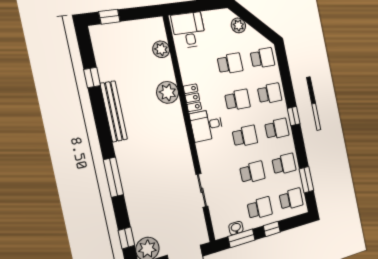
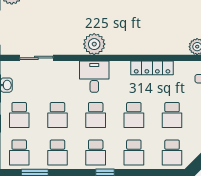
plant: (168, 92) -> (94, 44), moved
locker: (192, 98) -> (152, 68), width x1.53
desk: (207, 125) -> (94, 77), moved
sliding door: (202, 190) -> (36, 58), moved

